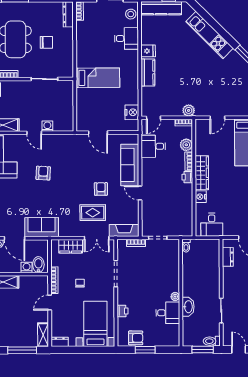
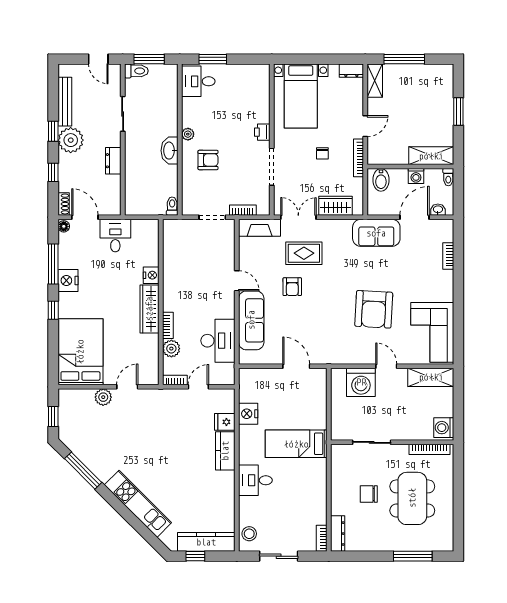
desk: (126, 38) -> (255, 480), moved
fridge: (148, 51) -> (225, 422), moved
plant: (189, 110) -> (103, 397), moved
nightstand: (132, 112) -> (248, 414), moved
door: (153, 118) -> (198, 387), moved
washing machine: (47, 126) -> (361, 382), width x1.89, depth x1.89
desk: (153, 146) -> (218, 341), width x1.37
armchair: (43, 173) -> (374, 309), width x1.88, depth x1.88
printer: (187, 177) -> (170, 303), removed
desk: (212, 225) -> (115, 236), moved
door: (15, 238) -> (415, 217), hinge flipped
dresser: (228, 257) -> (113, 161), moved
washing machine: (27, 267) -> (416, 176), moved
washbasin: (188, 307) -> (170, 151), moved
printer: (123, 311) -> (262, 132), moved
desk: (168, 313) -> (198, 81), moved
armchair: (136, 338) -> (208, 160), moved, turned 180
window: (145, 350) -> (213, 59), moved

